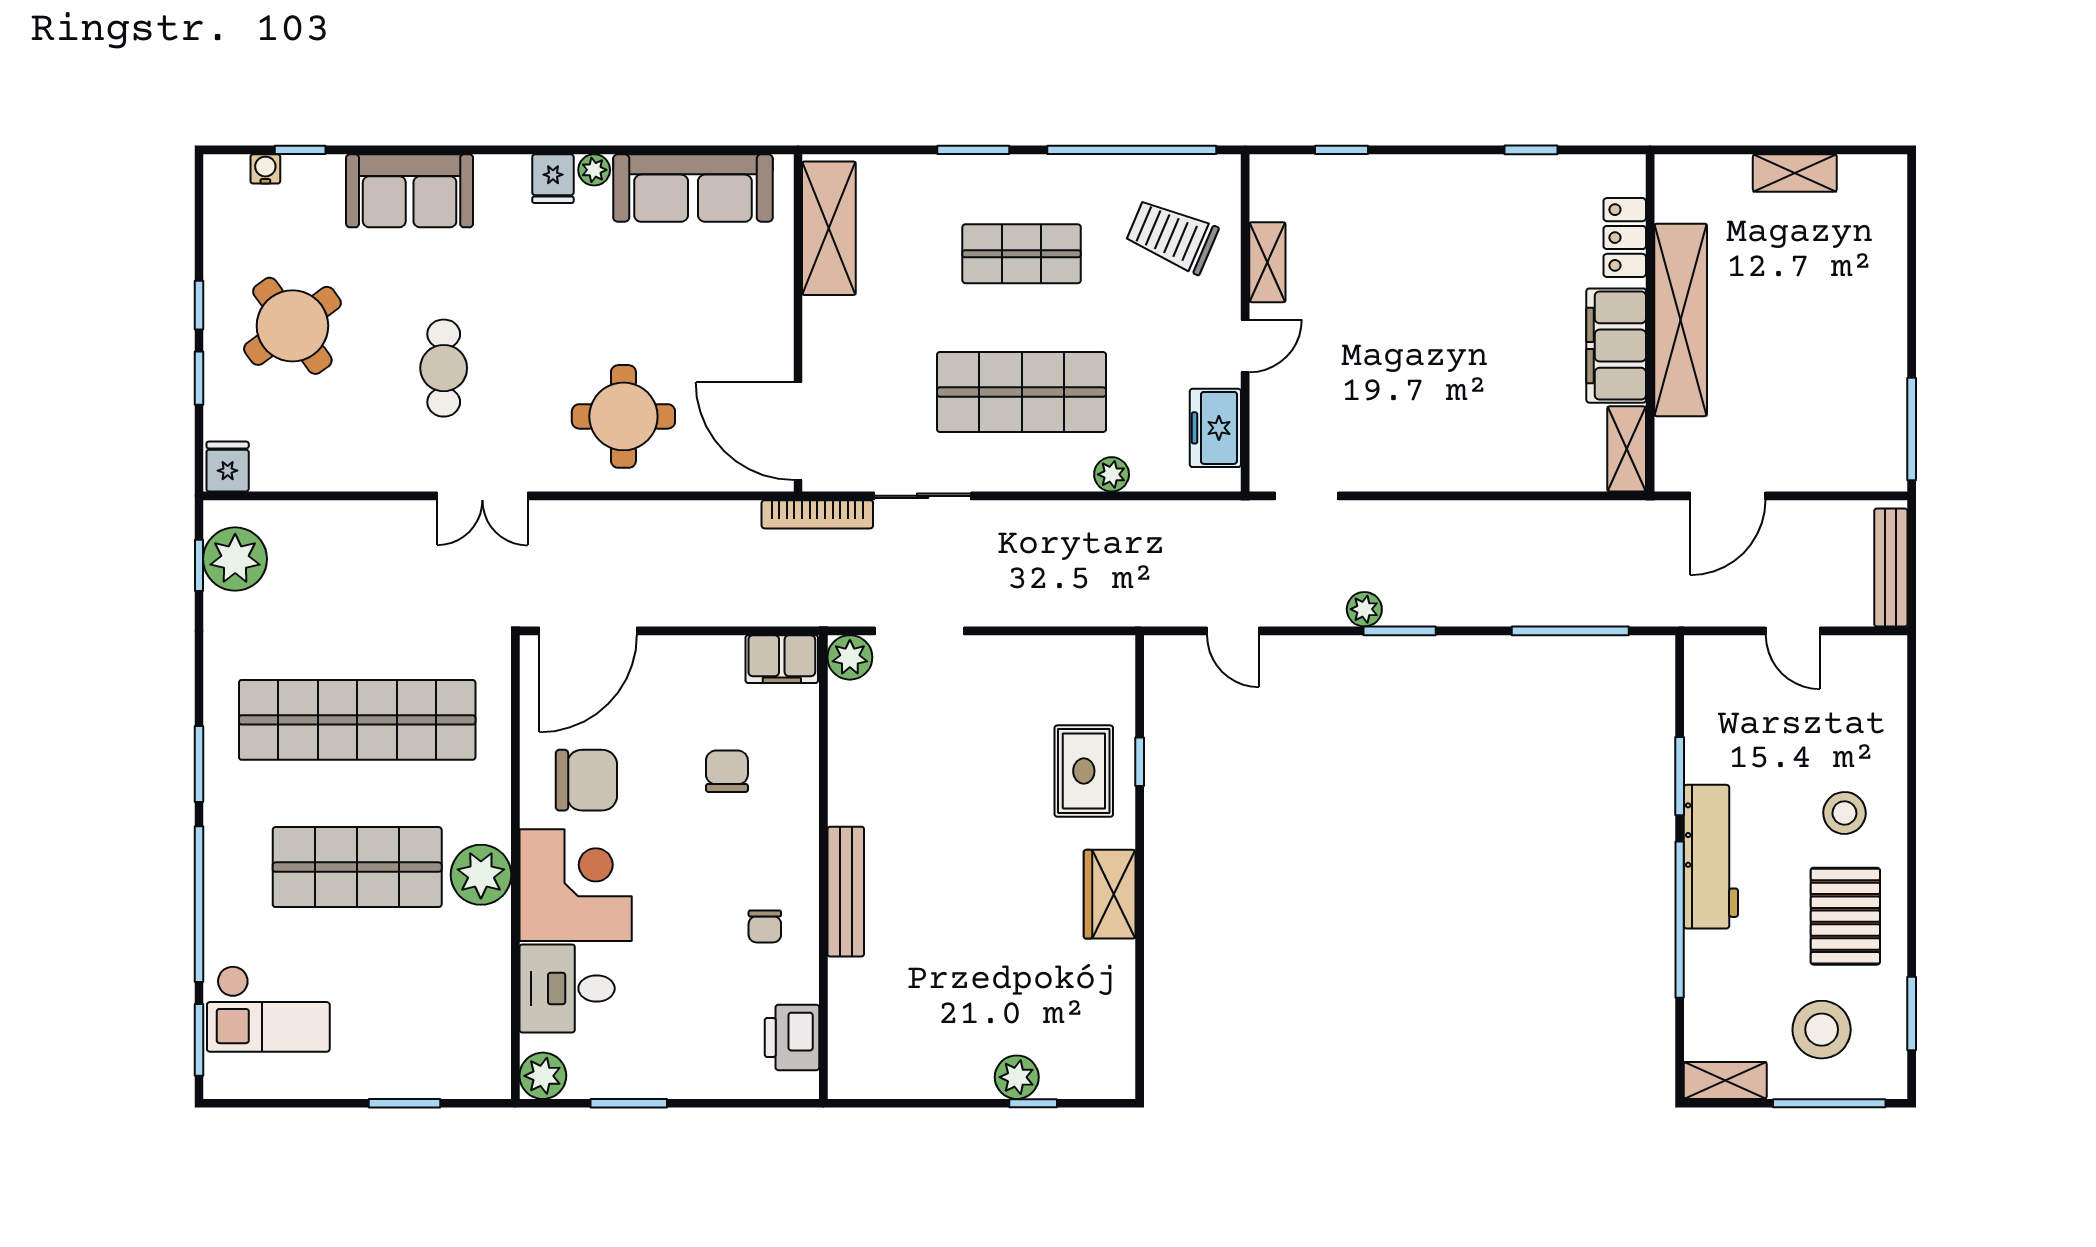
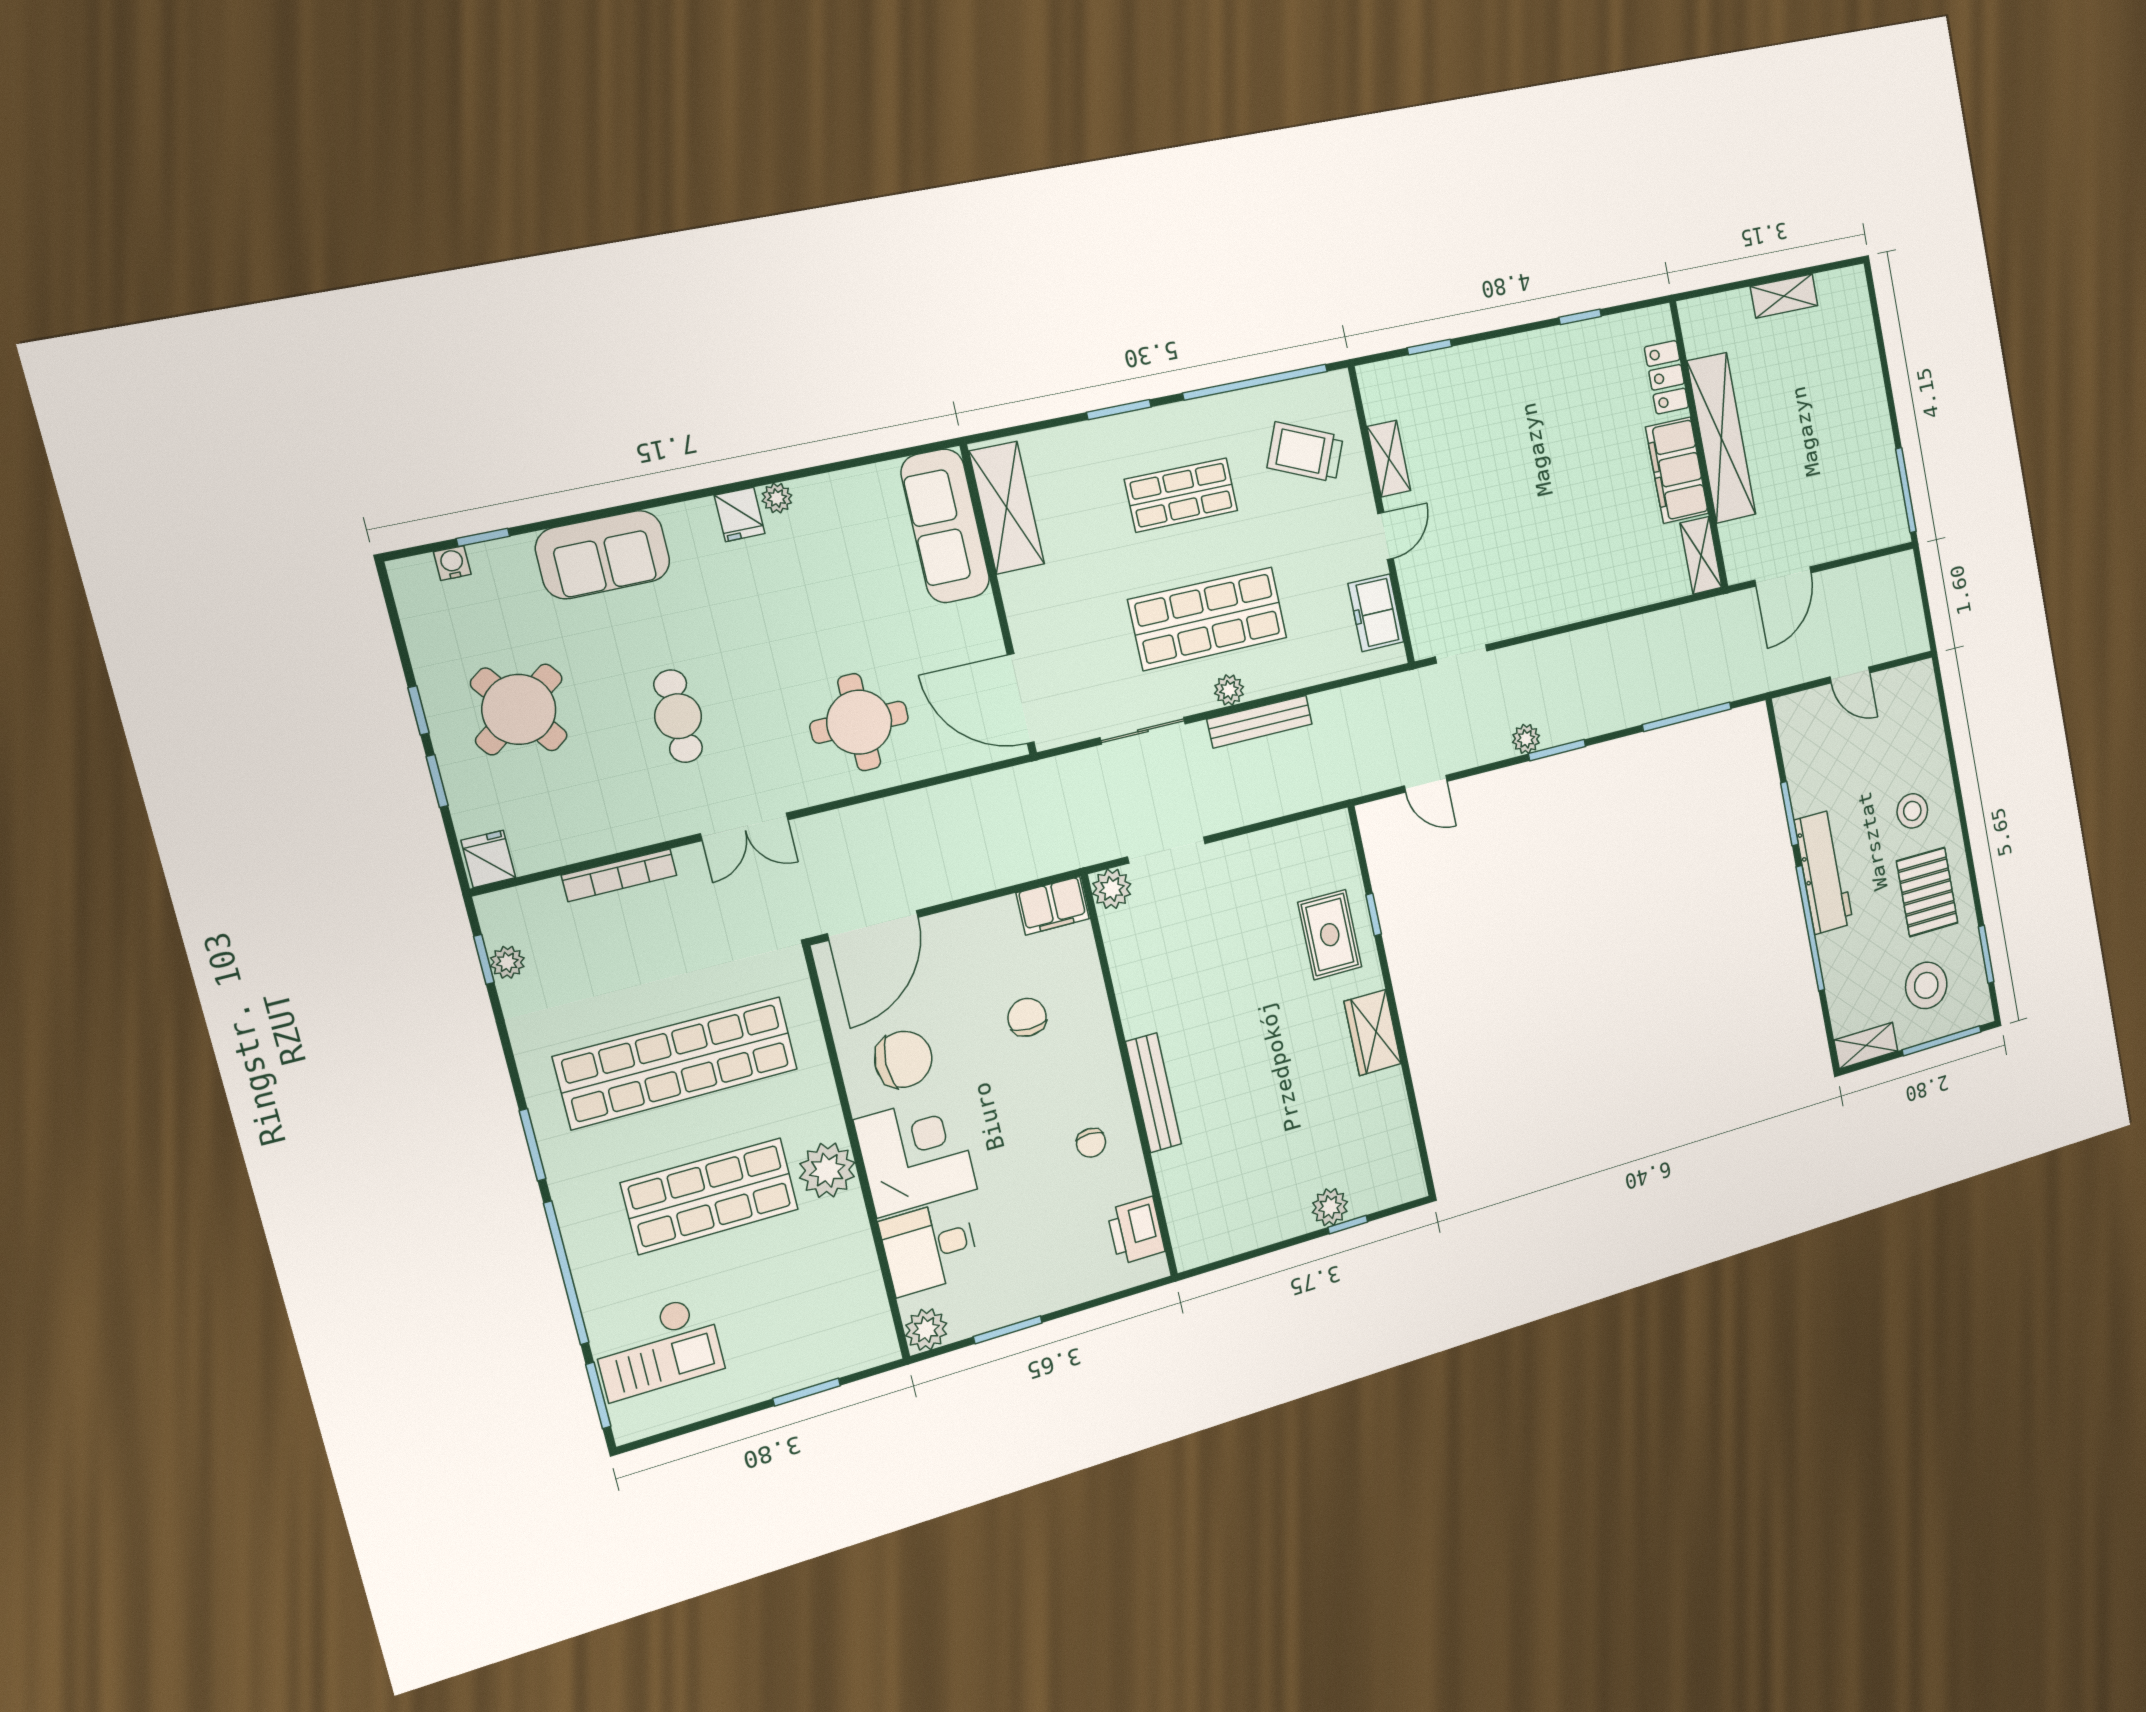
sofa: (693, 188) -> (945, 526), moved, turned 90
plant: (1112, 474) -> (1229, 690), moved
bookcase: (817, 514) -> (619, 875), moved
plant: (235, 559) -> (507, 962), width x0.53, depth x0.53
bench: (1891, 567) -> (1260, 722), moved, turned 90

